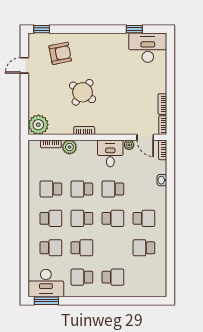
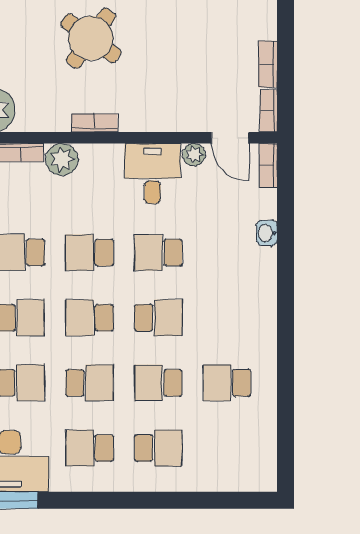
school desk: (144, 218) -> (158, 383), moved, turned 180

